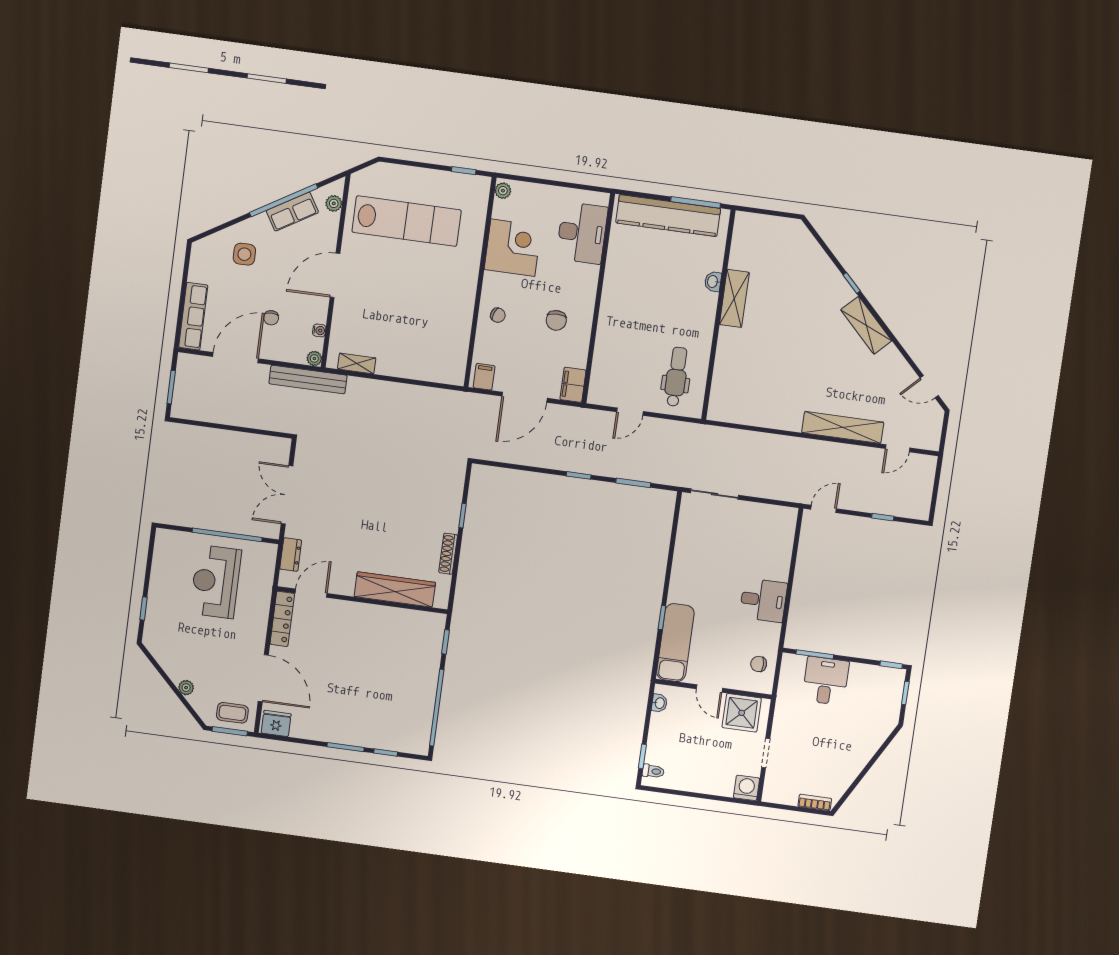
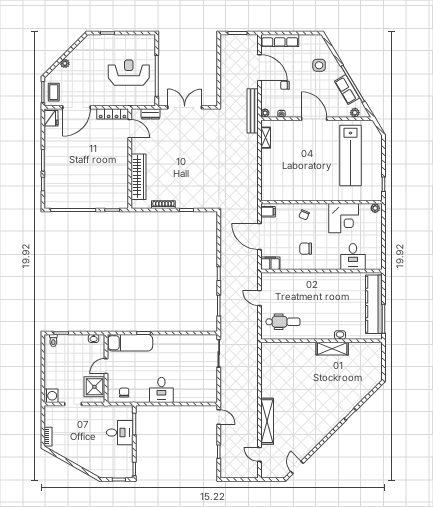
desk: (582, 233) -> (353, 257), width x0.73
shelving: (866, 325) -> (327, 426), removed

